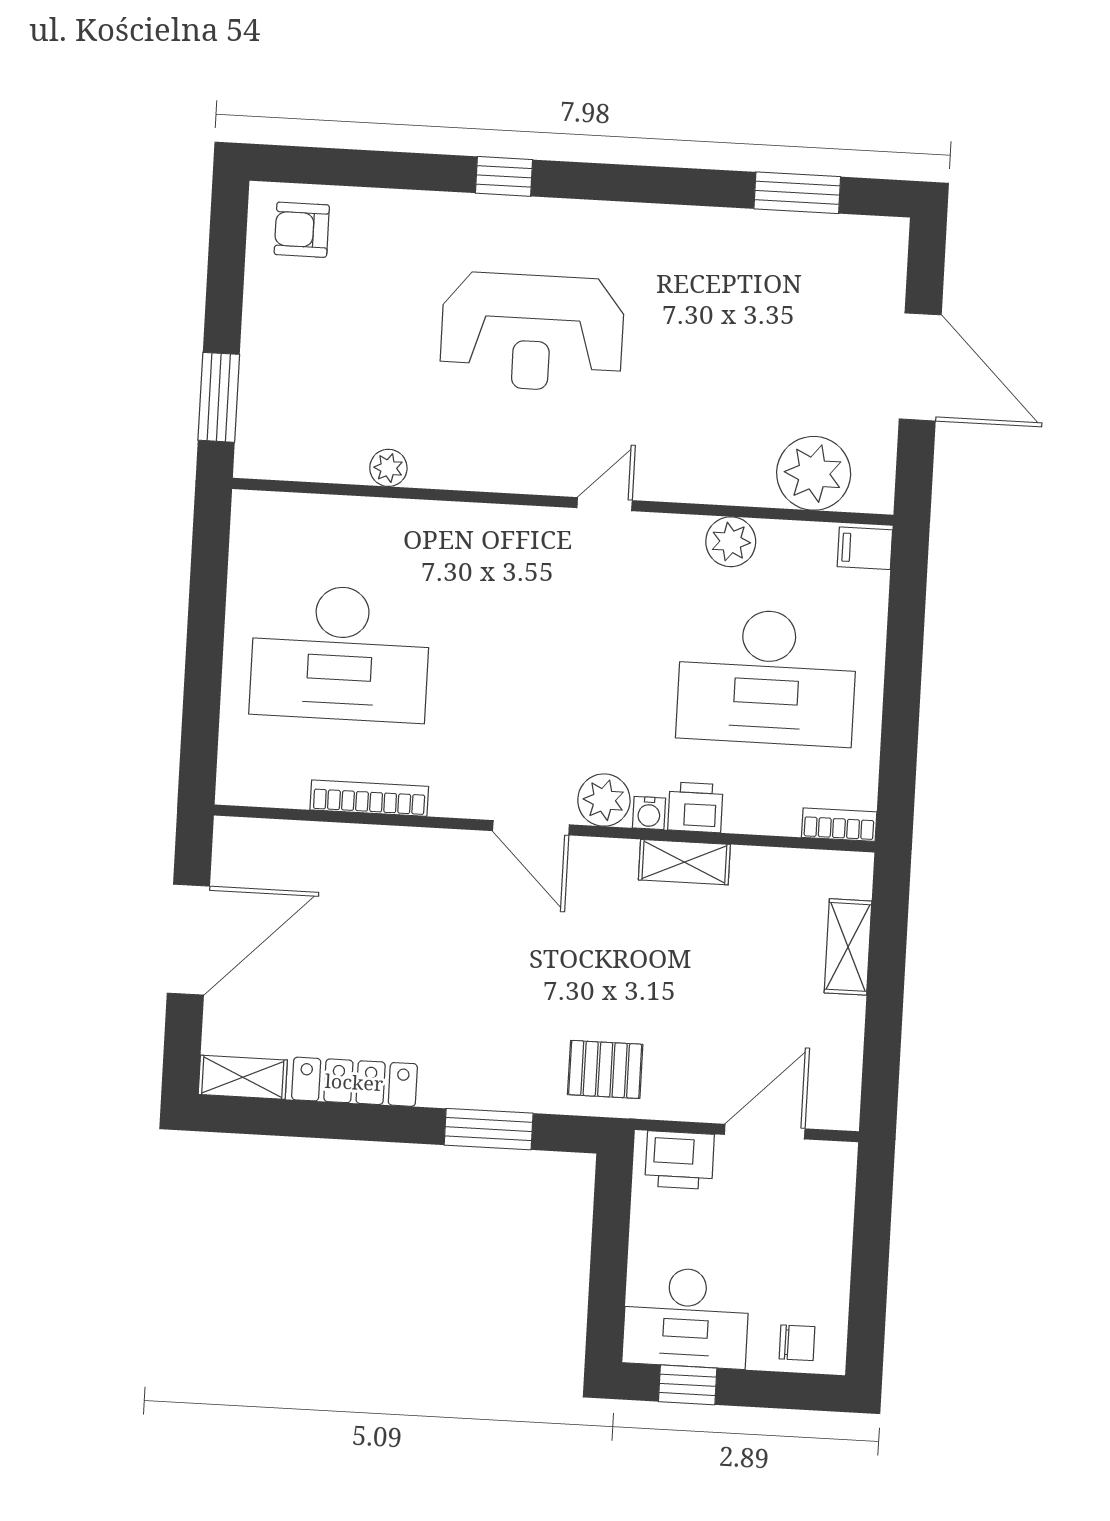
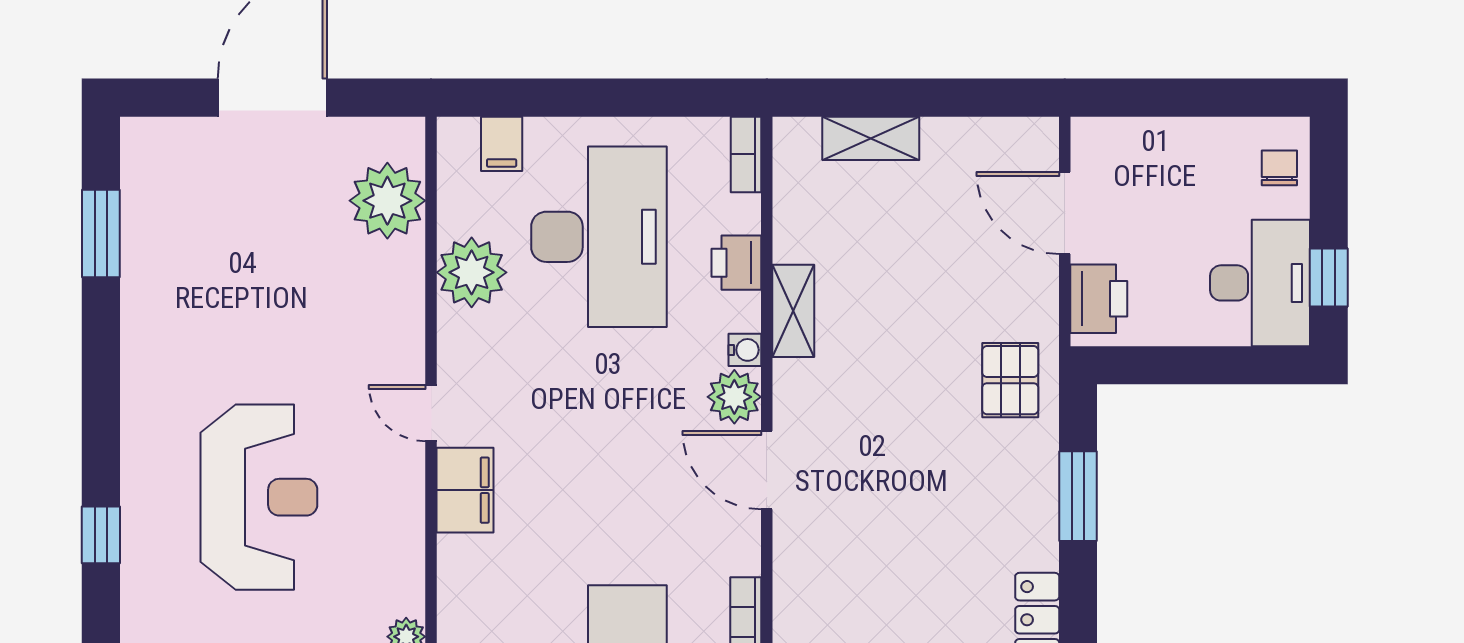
filing cabinet: (528, 533) -> (465, 490), added
plant: (731, 542) -> (472, 272), width x1.36, depth x1.36
filing cabinet: (865, 548) -> (502, 144), moved
printer: (695, 807) -> (736, 263), moved
door: (531, 828) -> (767, 470), swing flipped

